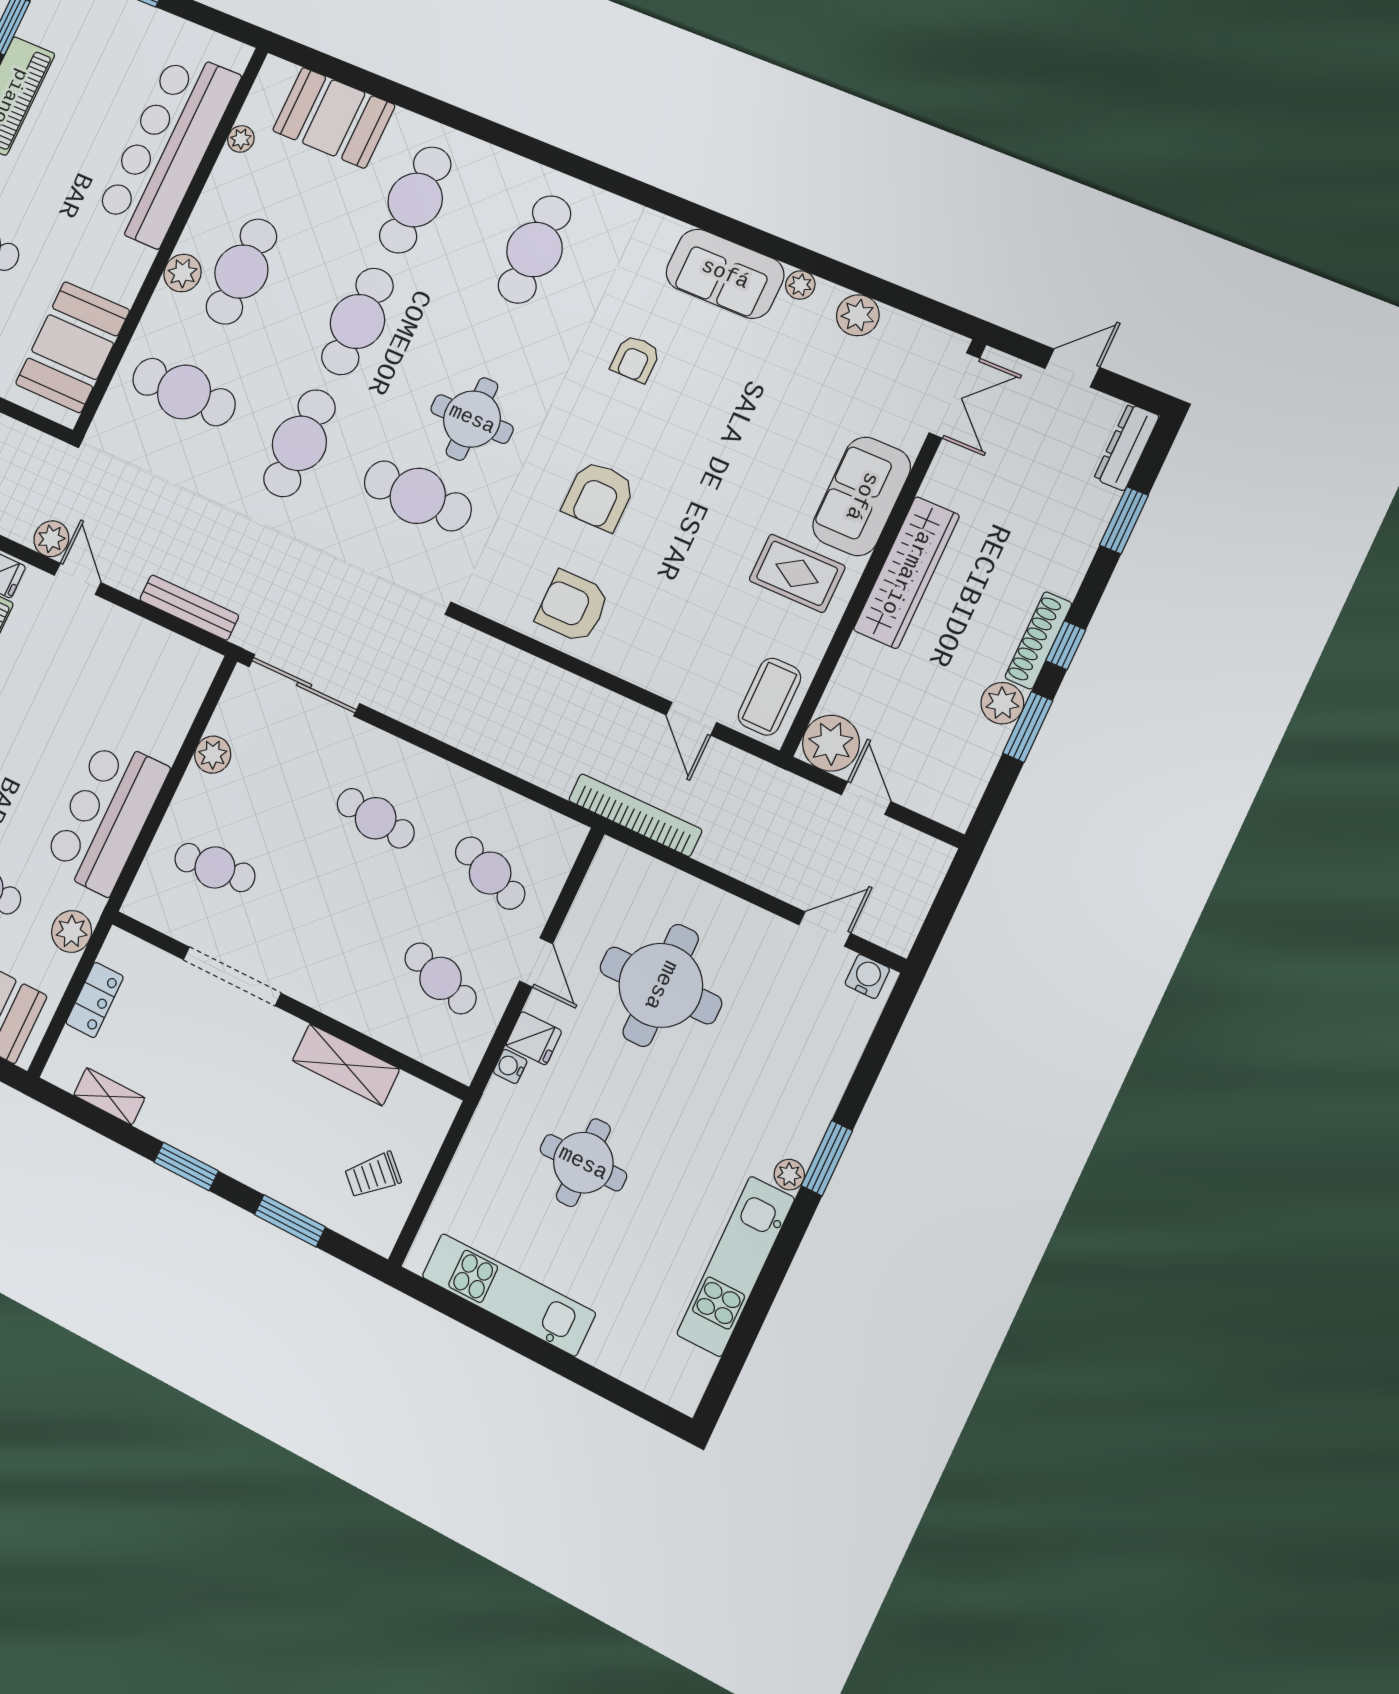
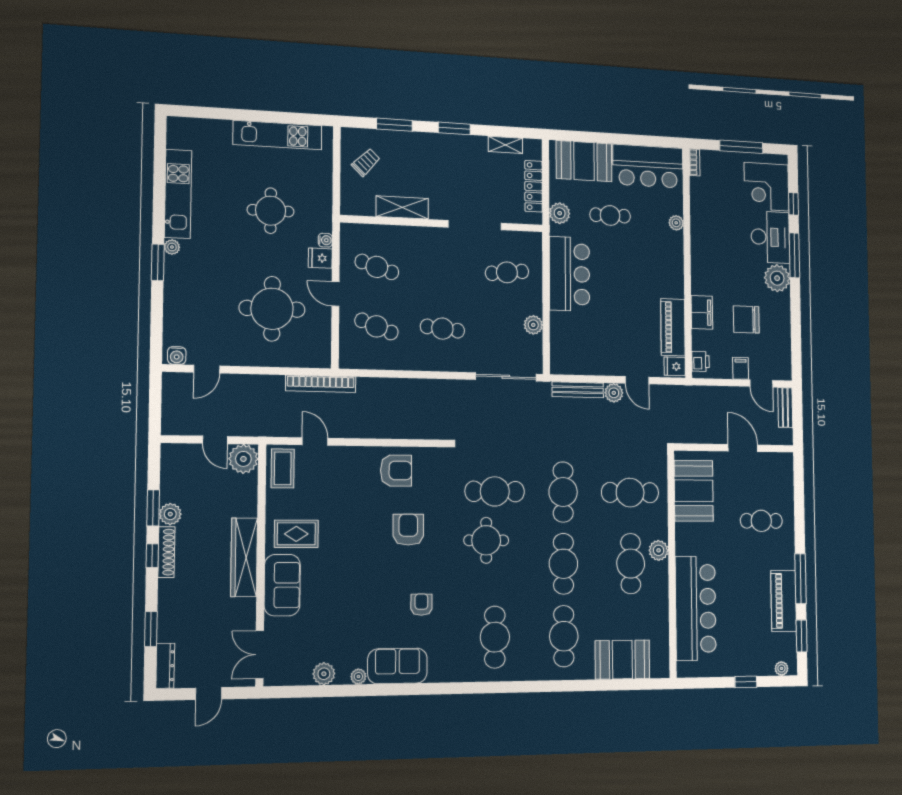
plant: (241, 139) -> (662, 629), removed
plant: (51, 539) -> (614, 393), moved
locker: (95, 1000) -> (534, 186), width x1.53

